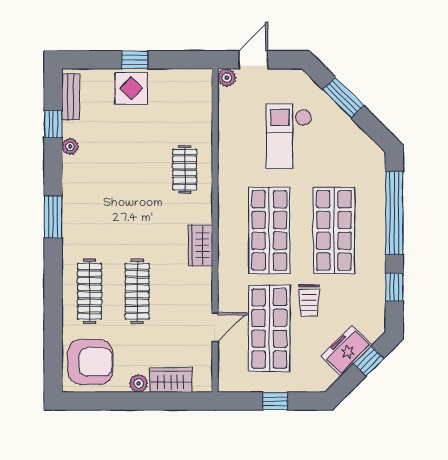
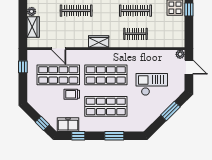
clothes rail: (137, 170) -> (135, 11), added
window: (394, 213) -> (114, 136), width x0.47
freezer: (347, 351) -> (68, 125), moved, turned -45
window: (275, 401) -> (23, 67), moved

